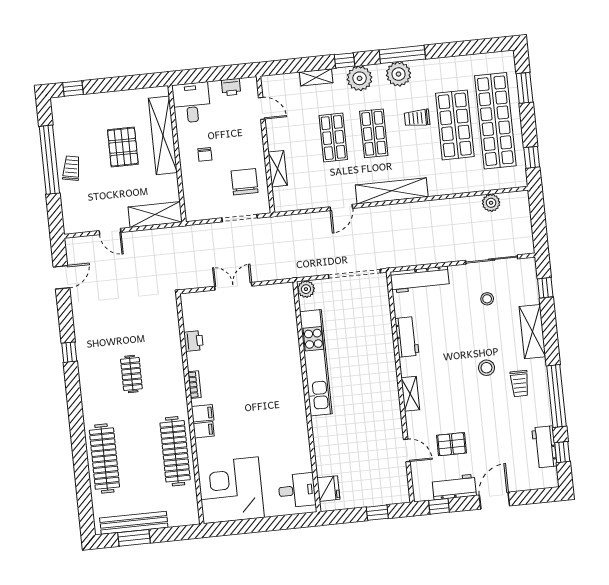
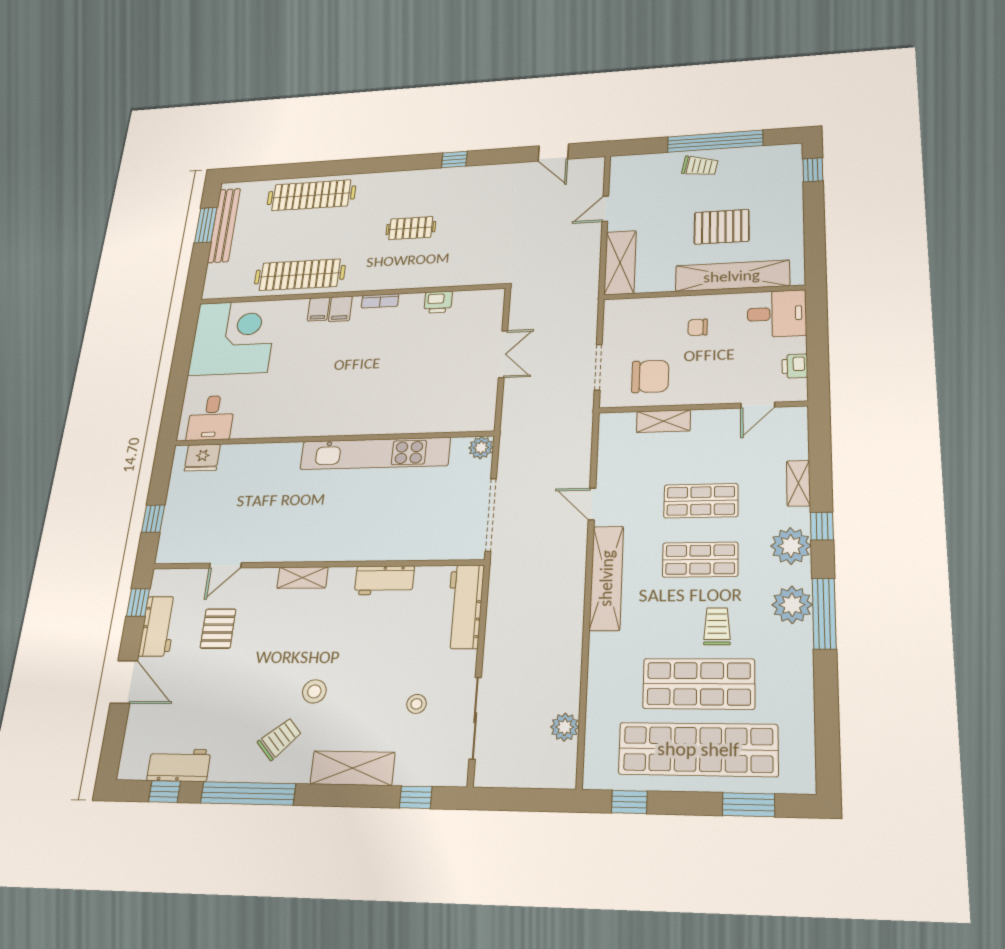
trolley: (520, 384) -> (280, 739), turned 138

